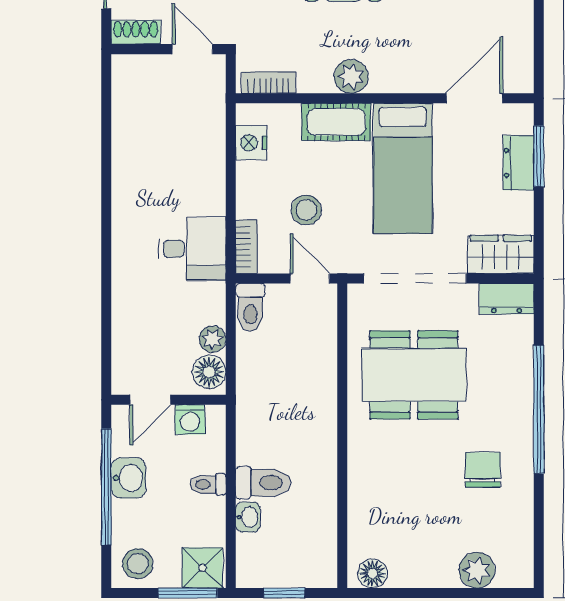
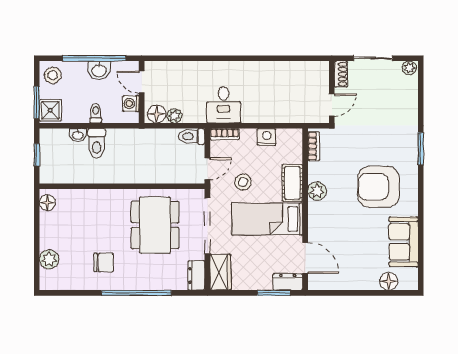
nightstand: (251, 143) -> (267, 137), moved
dresser: (519, 163) -> (288, 282), moved
stool: (306, 210) -> (243, 182), moved

